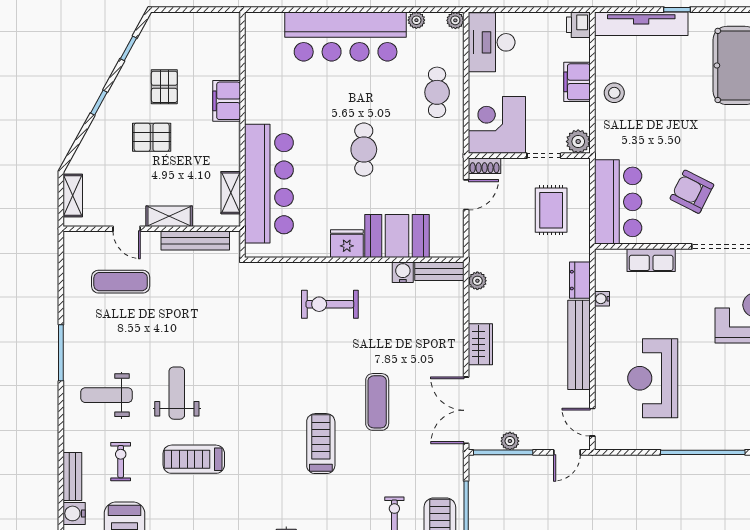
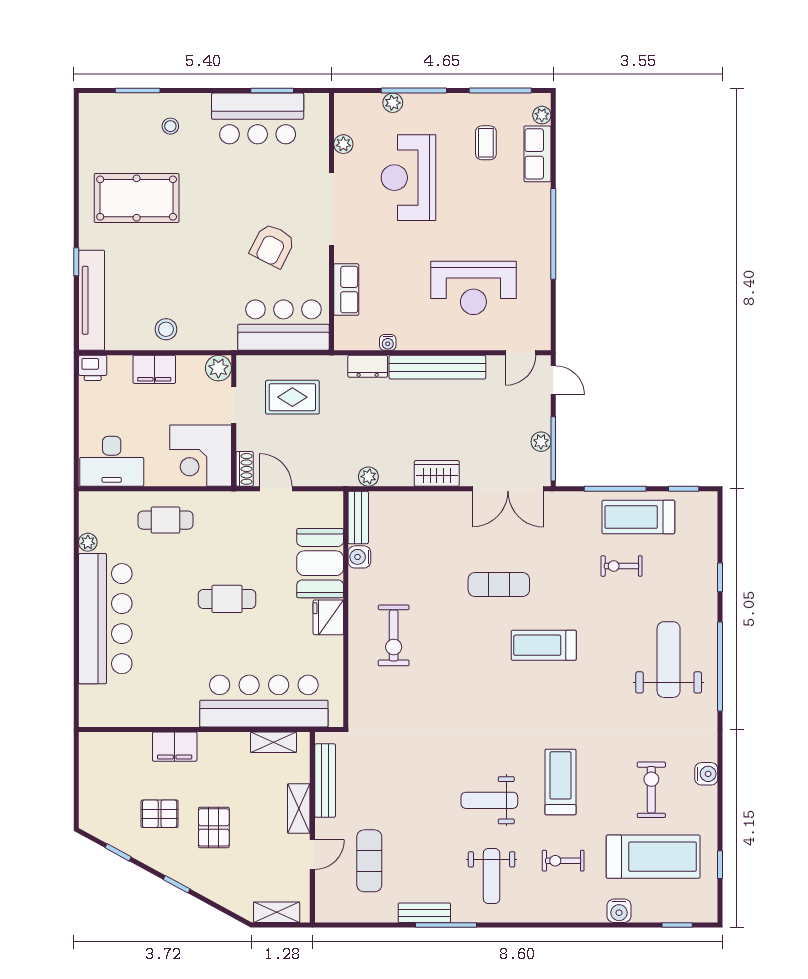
plant: (455, 20) -> (88, 500), removed
treadmill: (194, 459) -> (561, 782), turned 180
bench: (72, 476) -> (424, 913), moved

